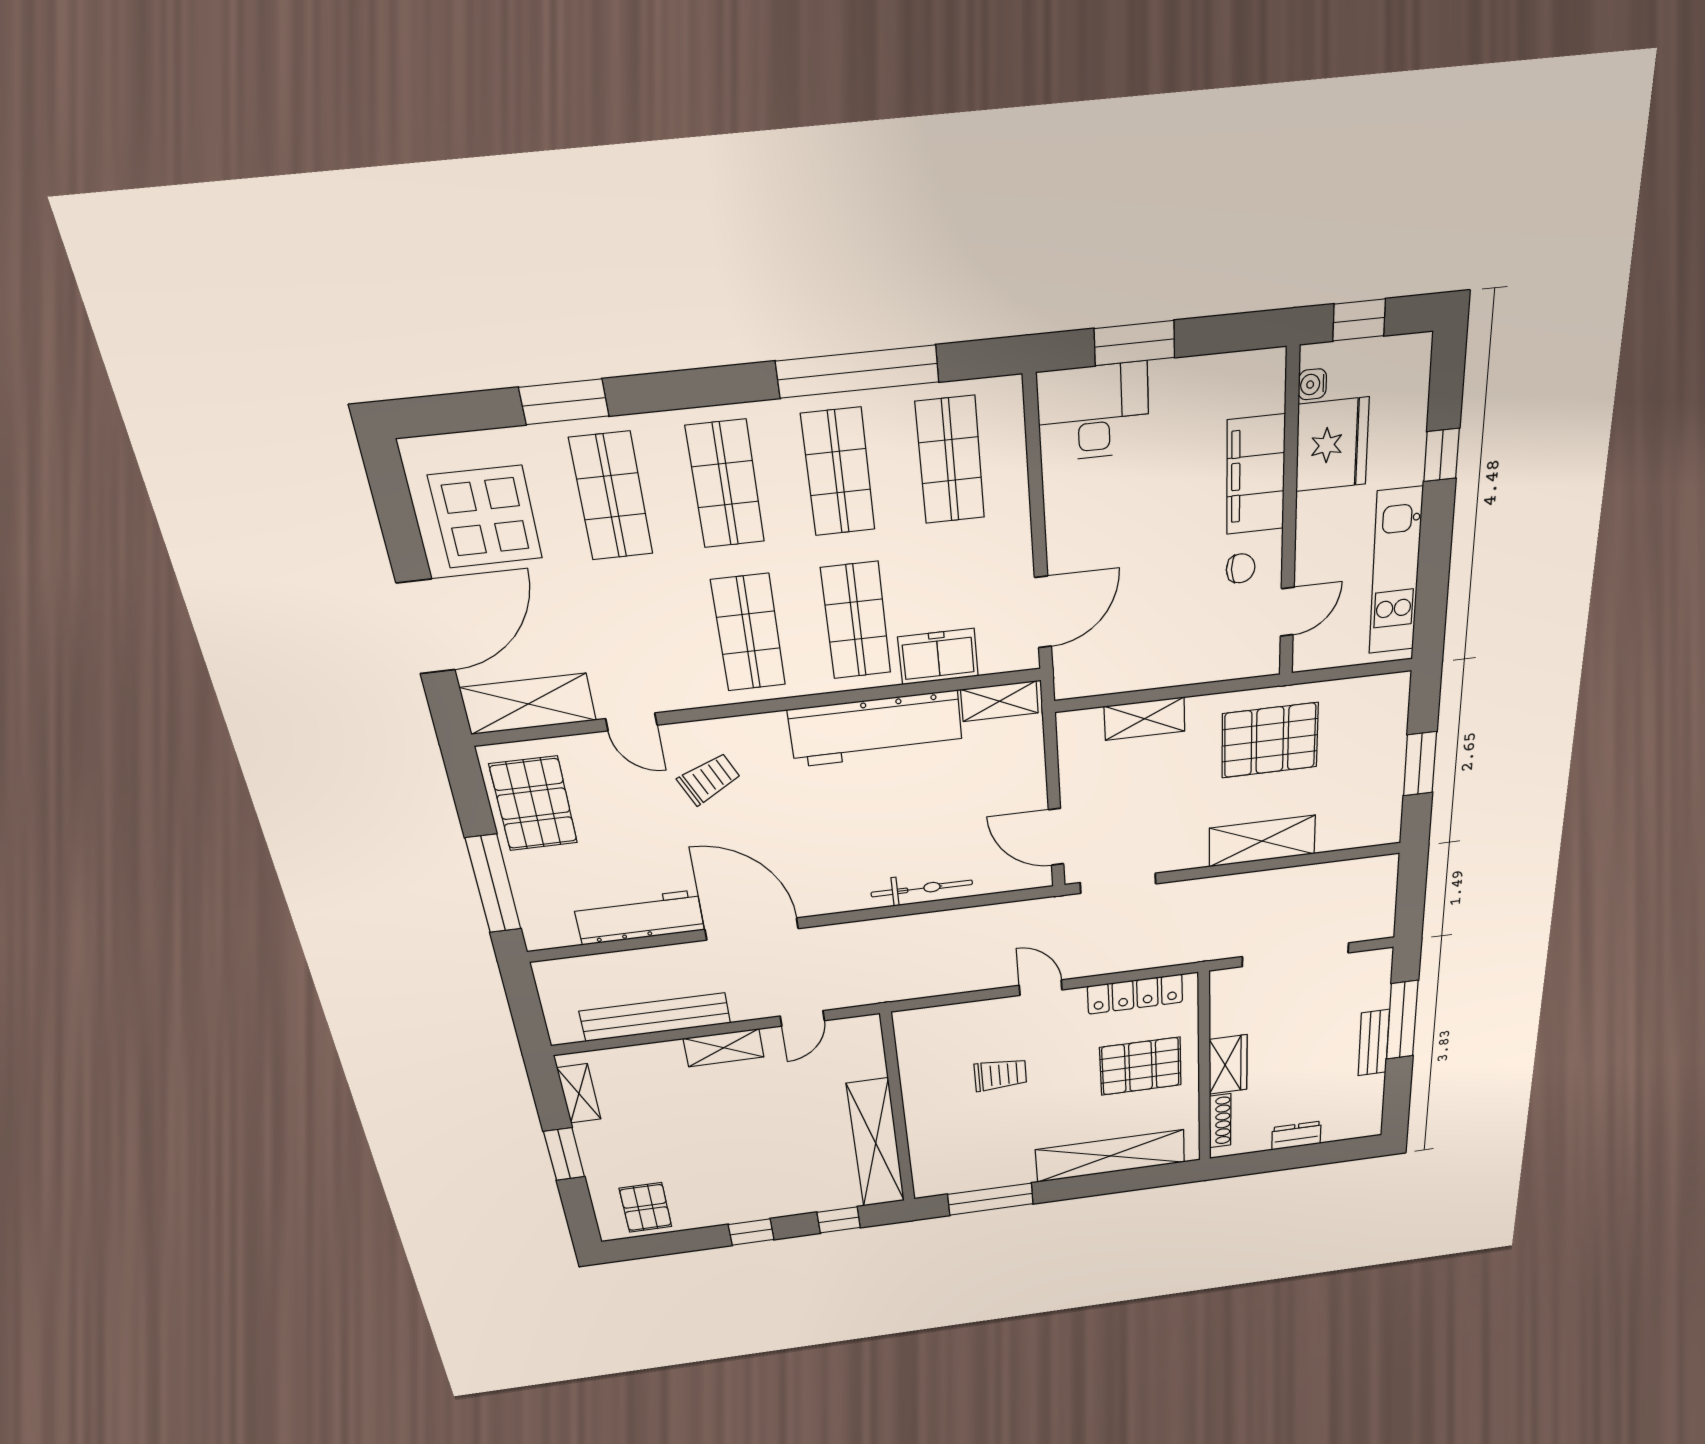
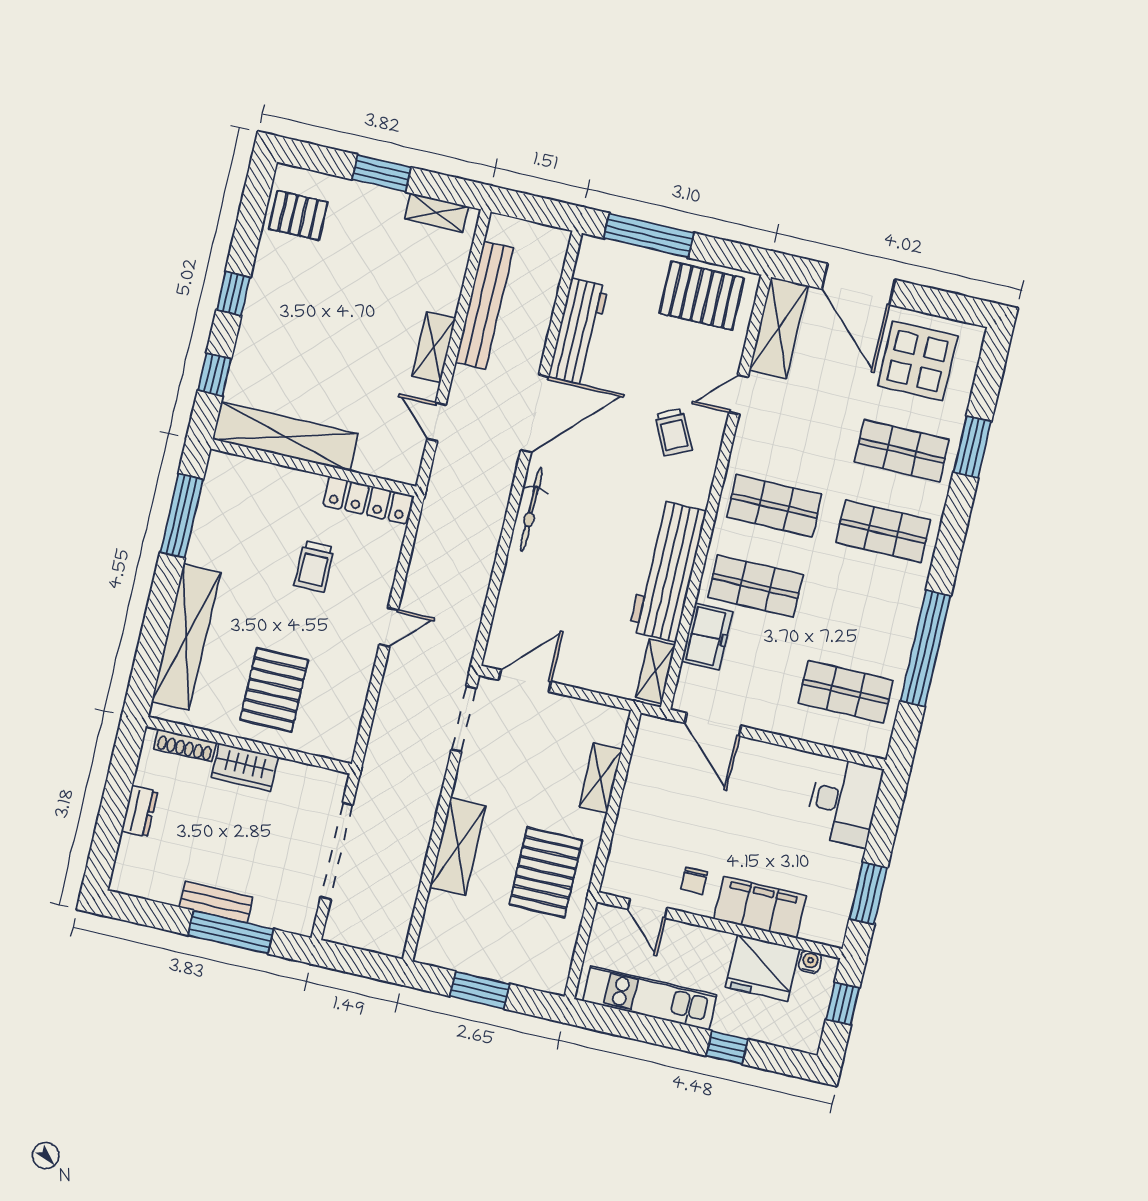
window: (1135, 343) -> (868, 893), moved
shop shelf: (838, 472) -> (864, 611), removed
bicycle: (922, 888) -> (531, 509), moved
locker: (1135, 994) -> (368, 500), moved, turned -90

